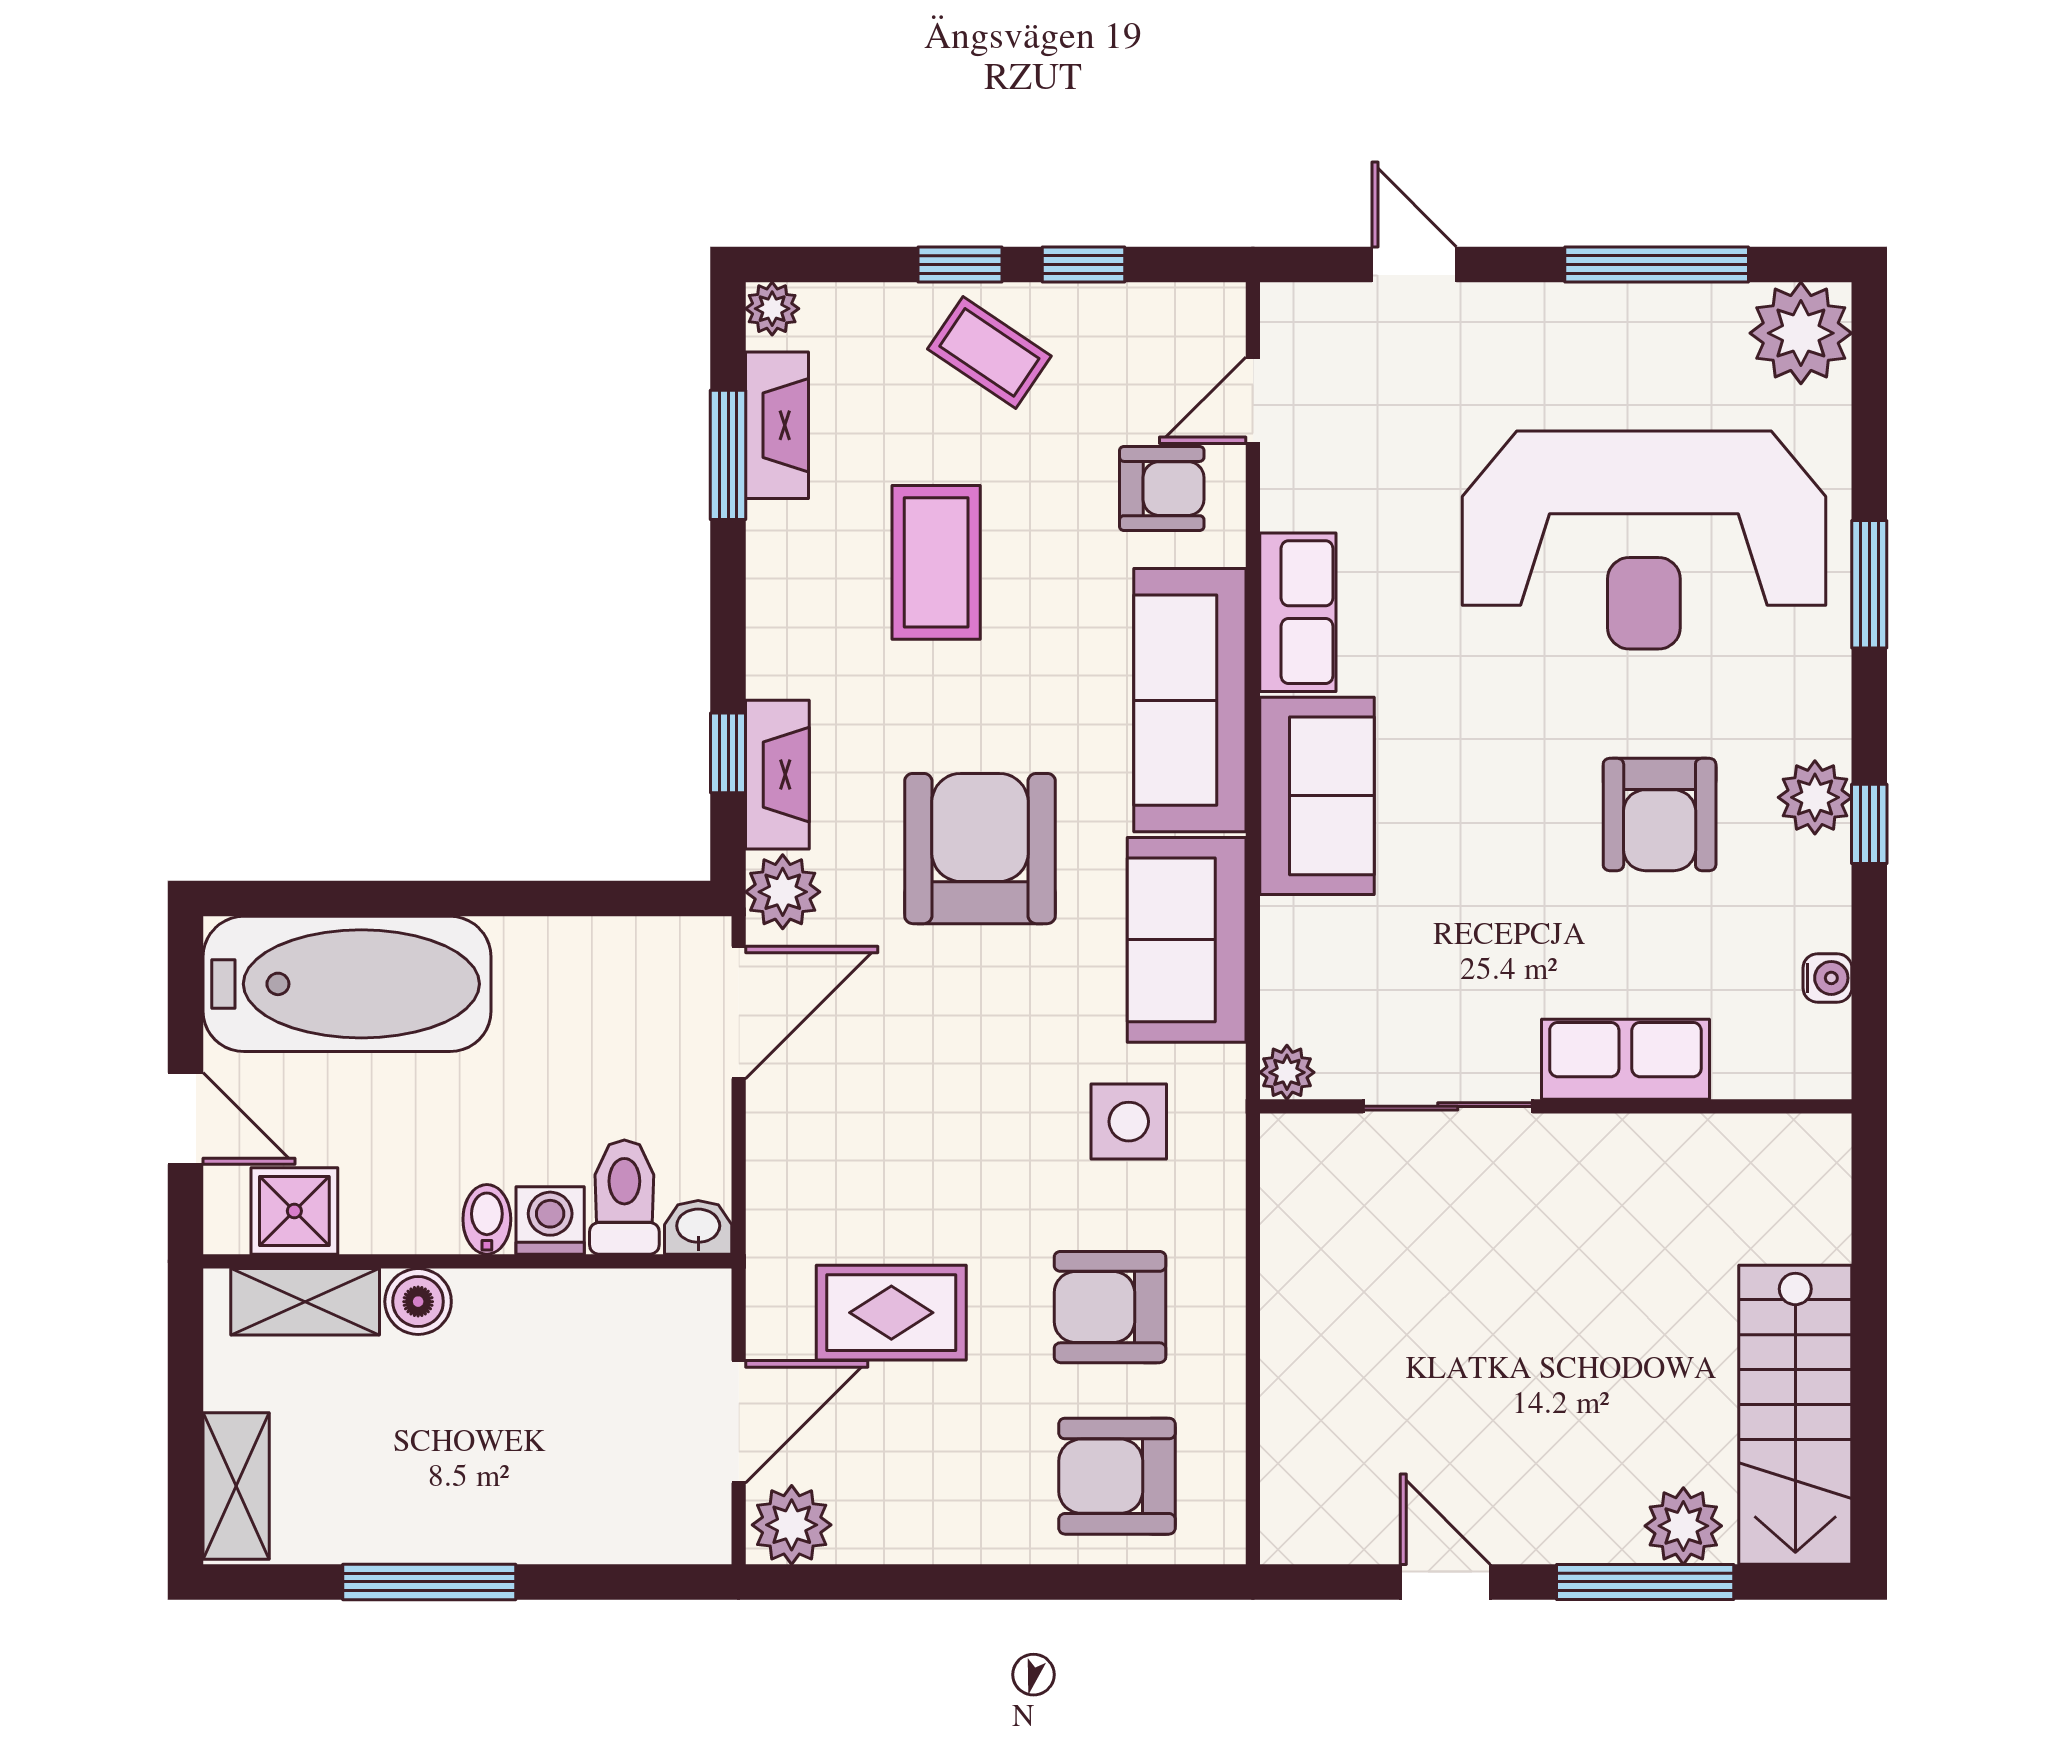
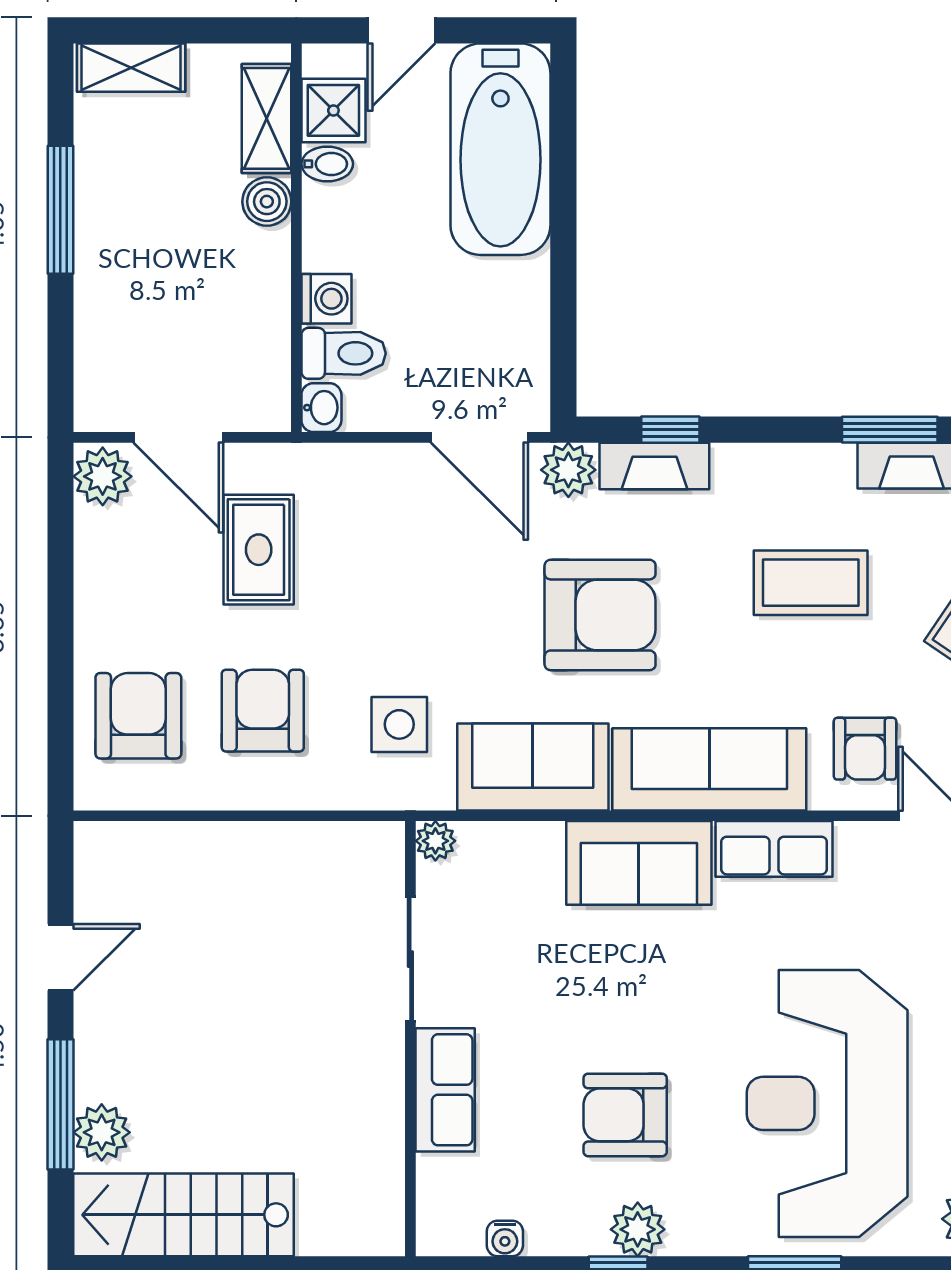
bidet: (487, 1219) -> (327, 164), moved

